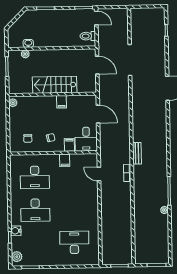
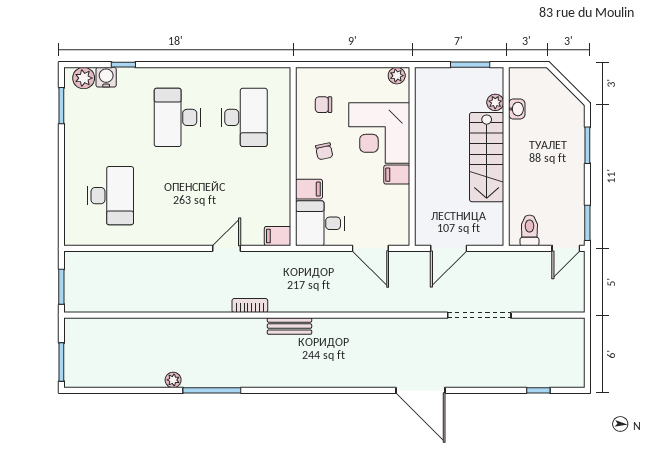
door: (97, 65) -> (449, 248), moved
stairs: (55, 85) -> (487, 157), moved, turned 180
corner desk: (41, 111) -> (379, 133), added
door: (98, 114) -> (370, 248), hinge flipped
filing cabinet: (65, 160) -> (278, 236), moved
door: (99, 174) -> (226, 248), moved
desk: (35, 177) -> (244, 117), turned 180
water cooler: (16, 231) -> (106, 77), moved

